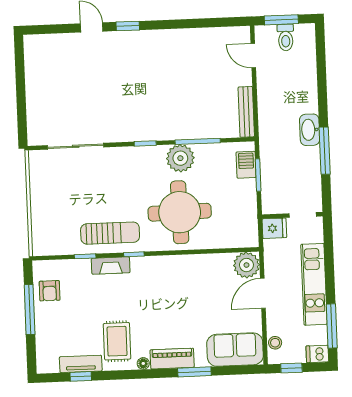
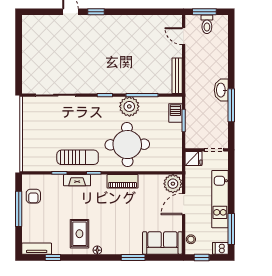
piano: (172, 359) -> (123, 181), moved, turned 180
tv unit: (81, 364) -> (37, 249), moved

